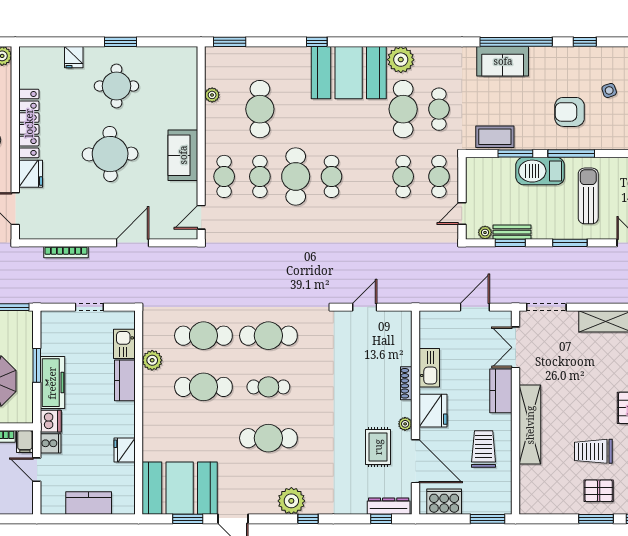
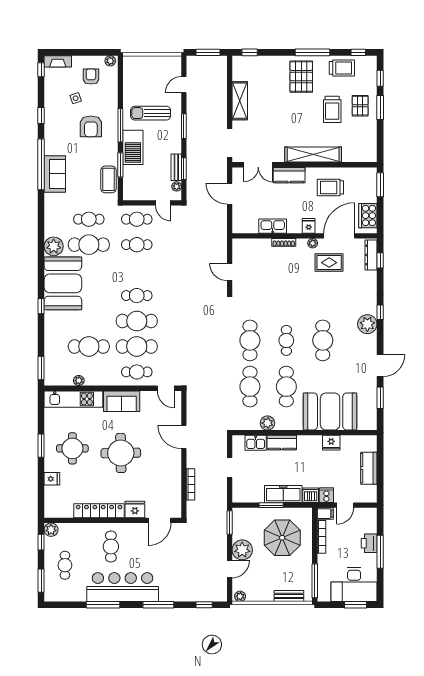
kitchen unit: (186, 87) -> (73, 399), added
cafe table: (260, 176) -> (137, 346), width x1.37, depth x1.35
fridge: (433, 411) -> (309, 226), width x0.53, depth x0.75
booth: (180, 488) -> (330, 411), moved, turned 90

